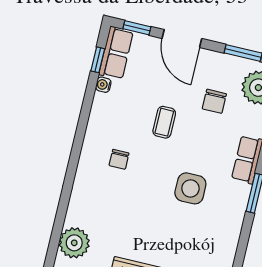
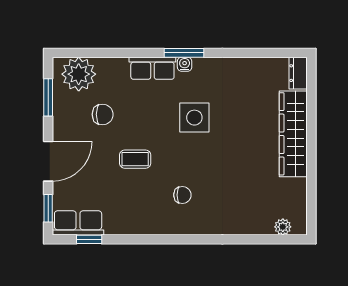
water cooler: (103, 85) -> (185, 64), moved, turned 180
plant: (74, 243) -> (283, 227), width x0.53, depth x0.53

